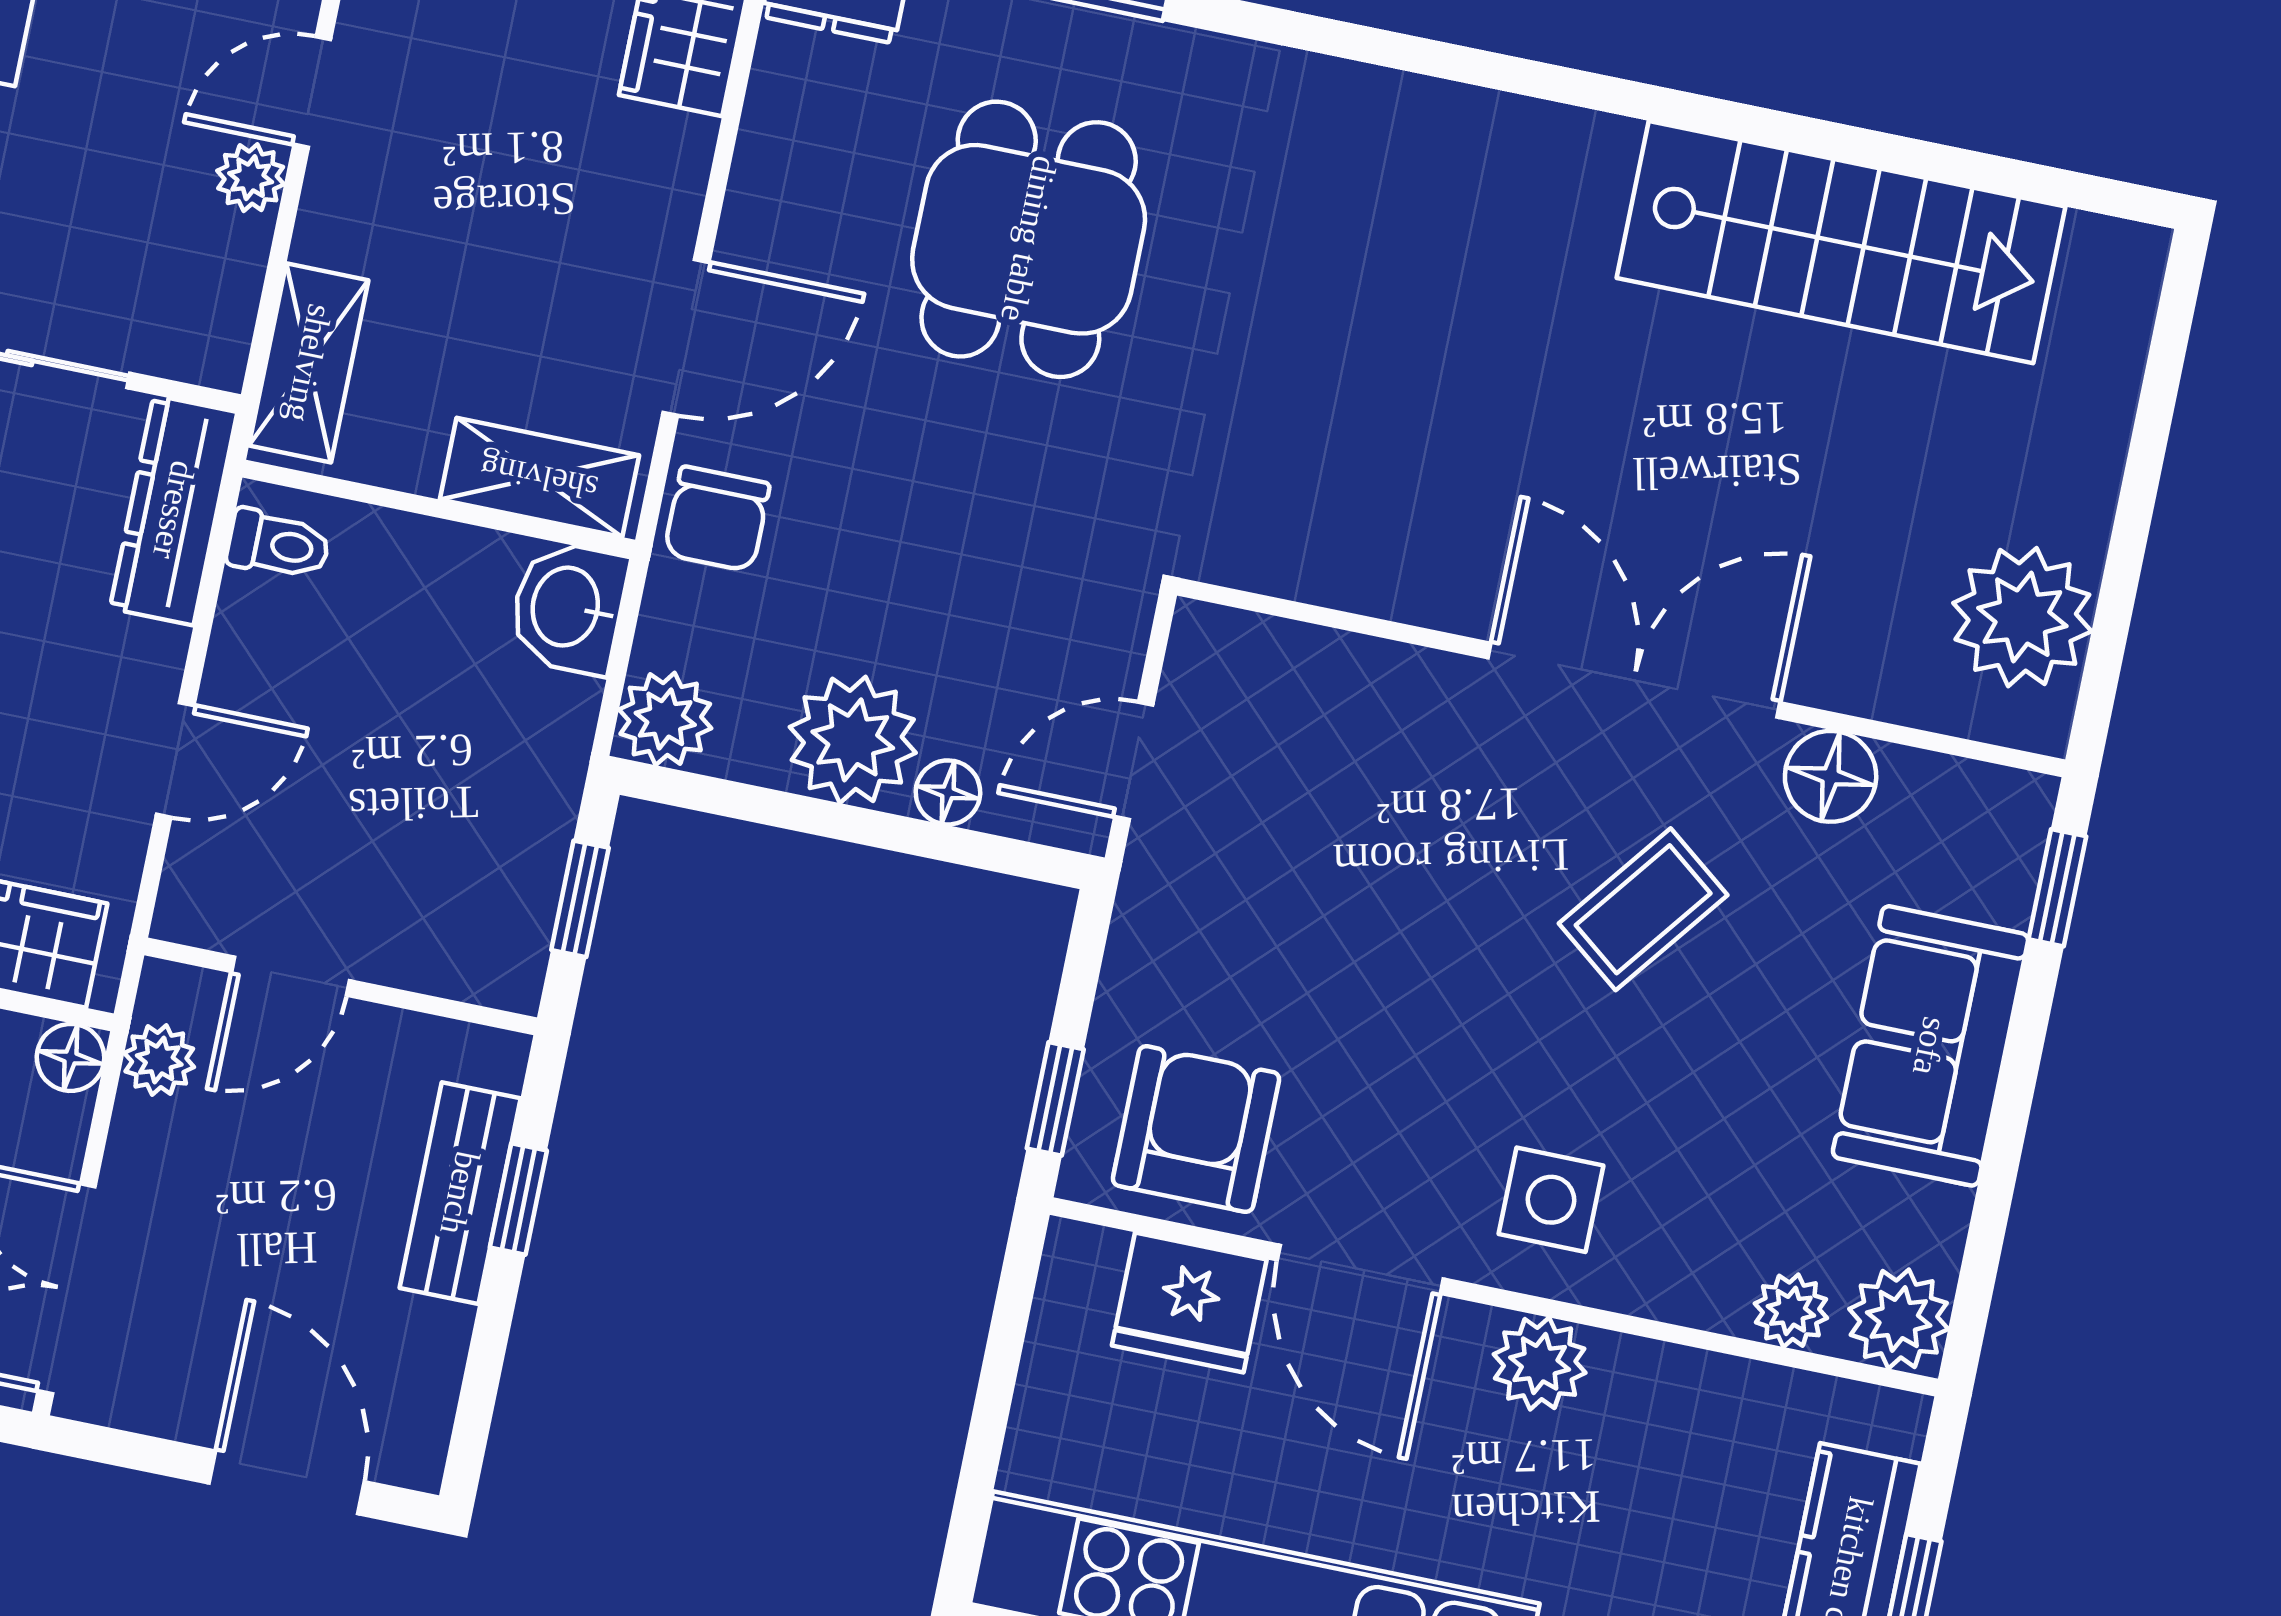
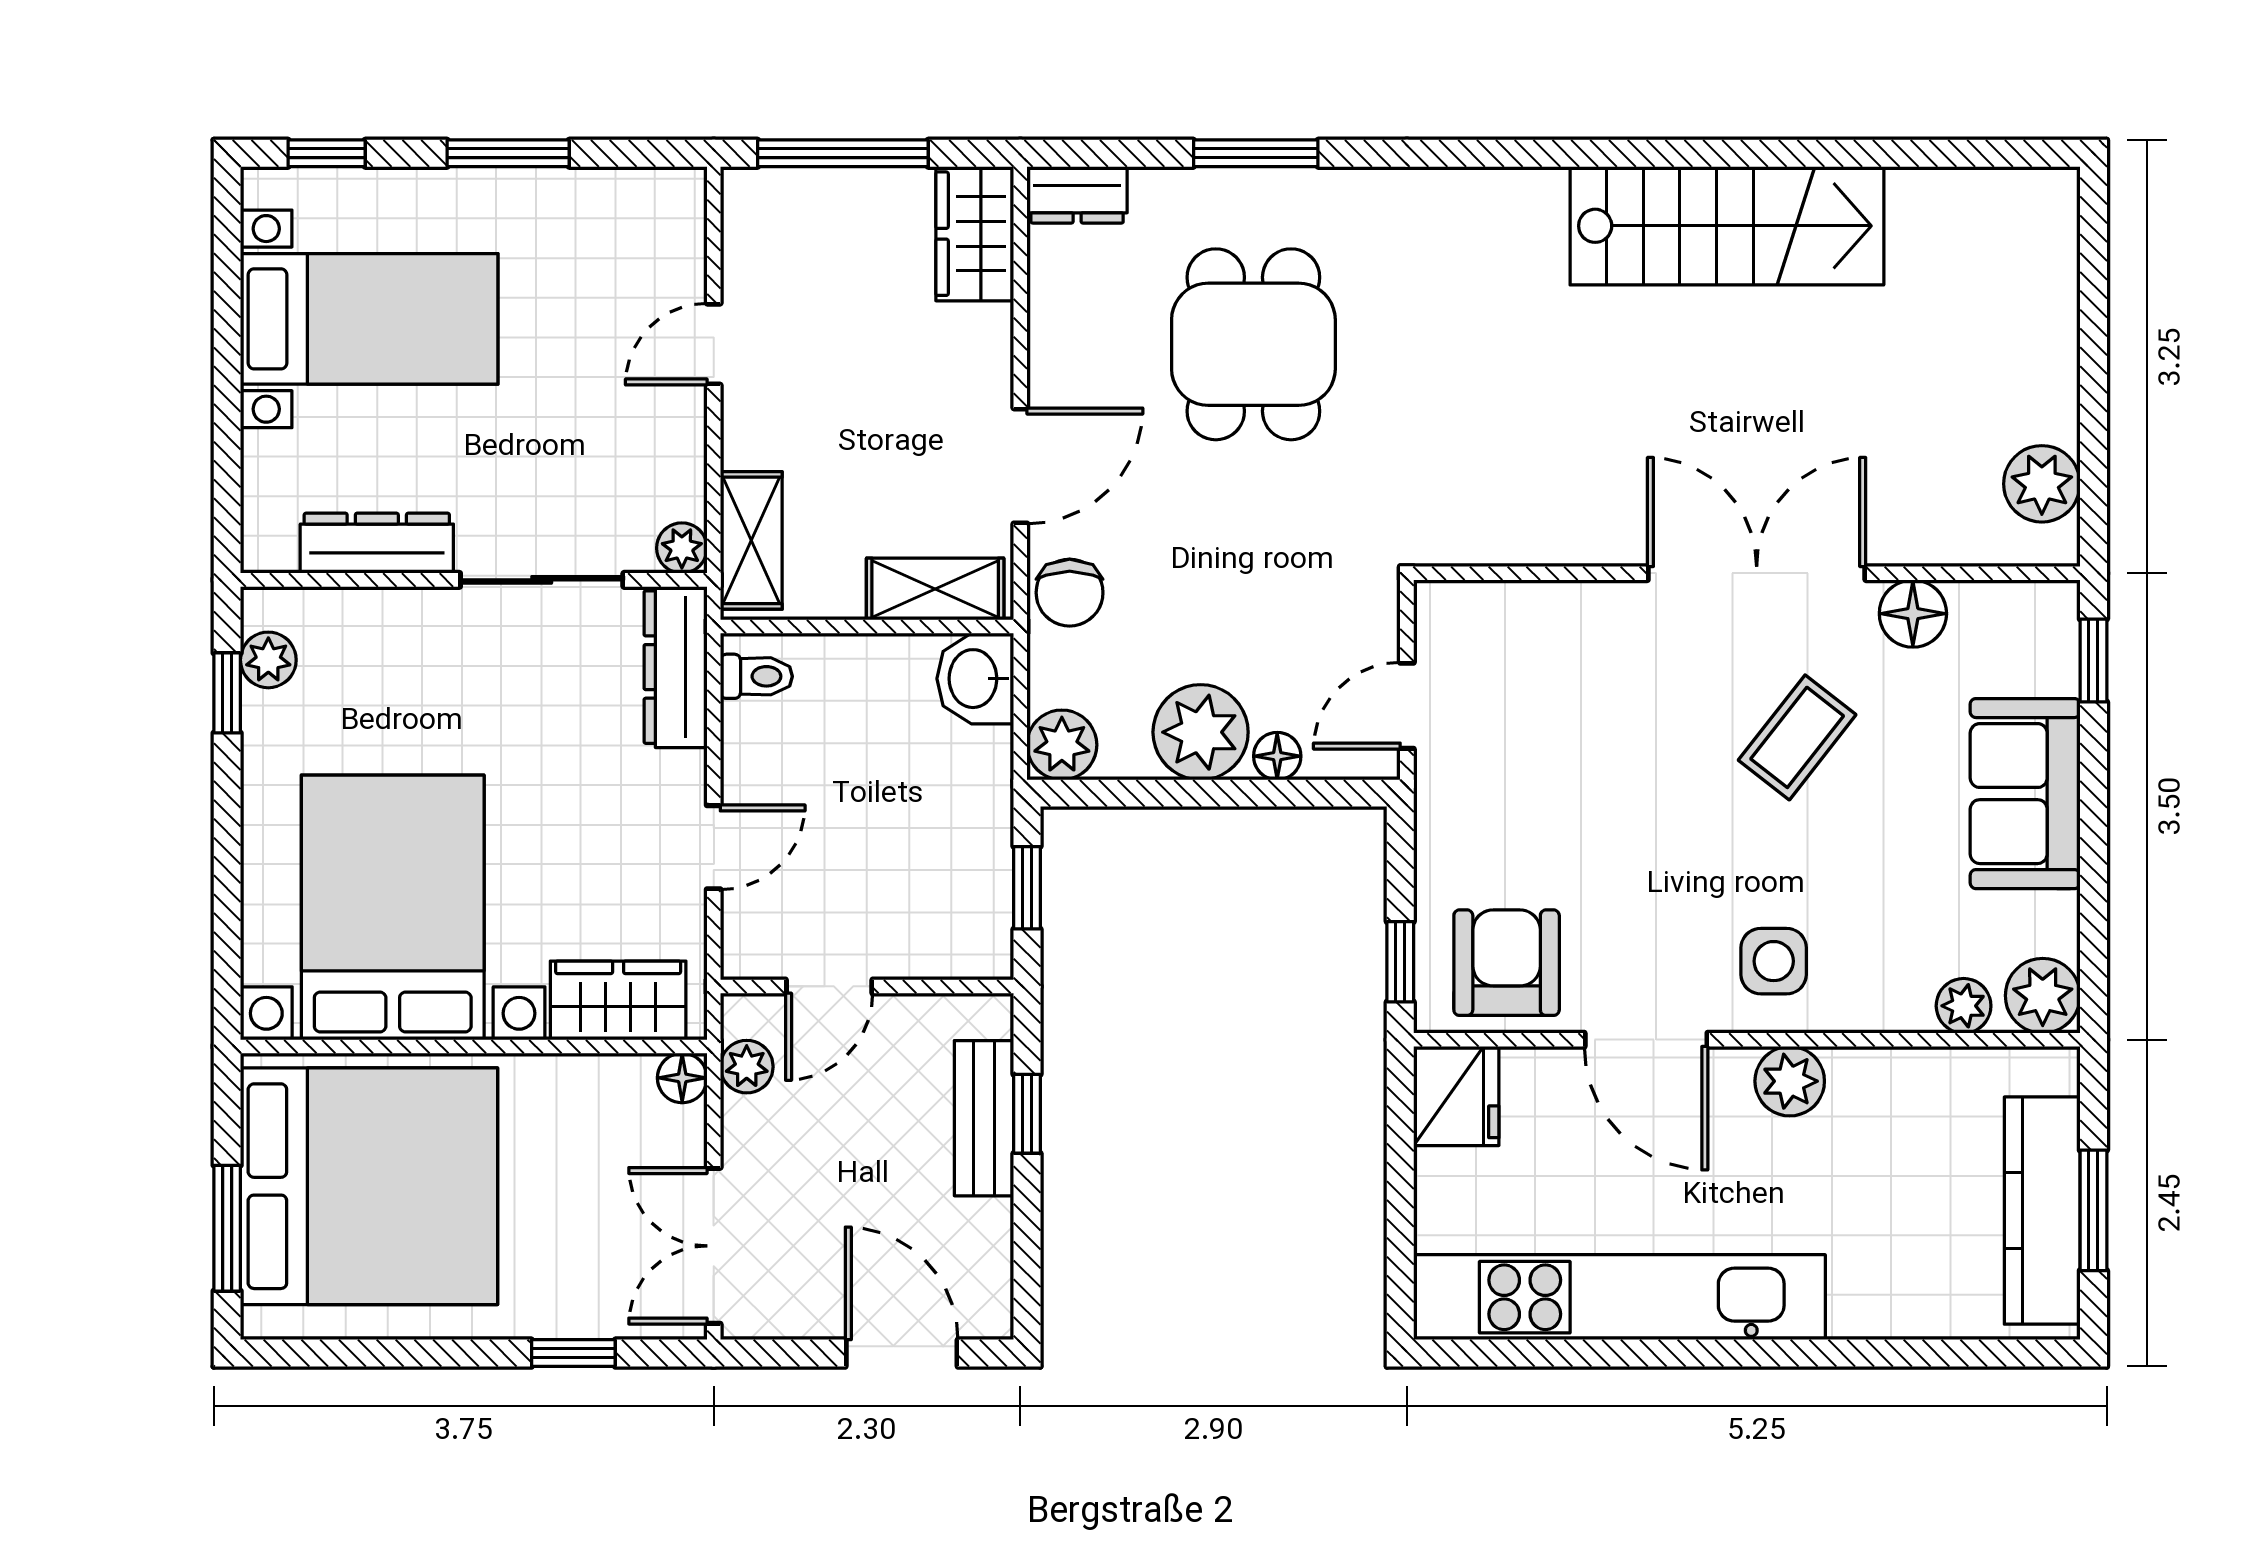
plant: (251, 178) -> (682, 548), moved
stairs: (1841, 242) -> (1727, 226), moved
plant: (2022, 617) -> (2042, 484), width x0.73, depth x0.73
fridge: (1189, 1303) -> (1456, 1096), moved, turned -90

